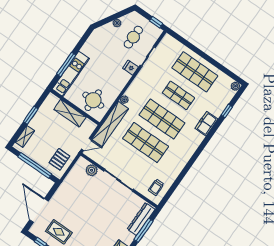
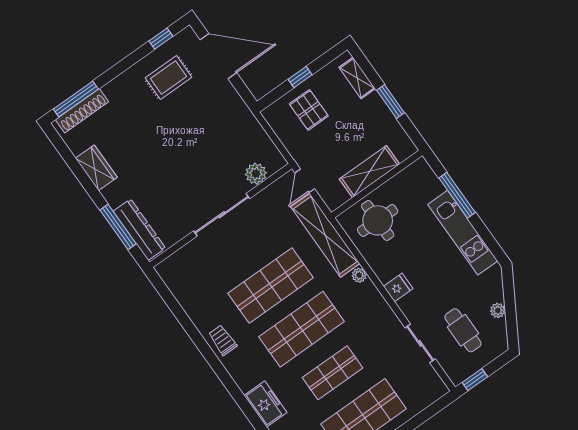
fridge: (130, 68) -> (398, 287), moved
kitchen unit: (71, 74) -> (463, 233), moved
pallet: (59, 159) -> (309, 110), moved
window: (35, 165) -> (300, 77), width x0.32
trolley: (156, 187) -> (223, 340), moved

